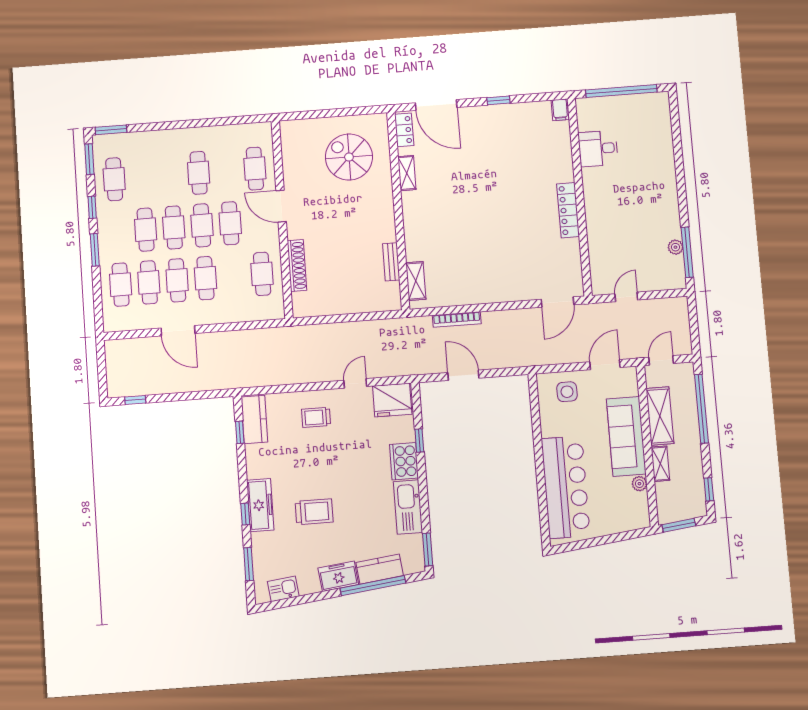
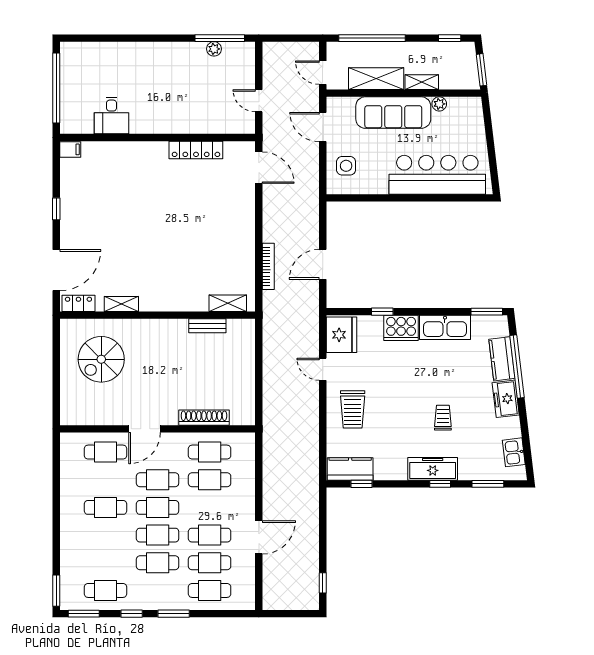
locker: (568, 210) -> (196, 150), moved
cafe table: (205, 278) -> (210, 480), moved
trolley: (316, 417) -> (353, 409), width x1.36, depth x1.39
trolley: (314, 512) -> (443, 418), width x0.73, depth x0.72

